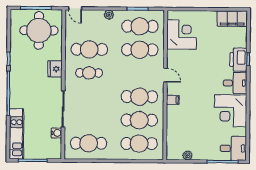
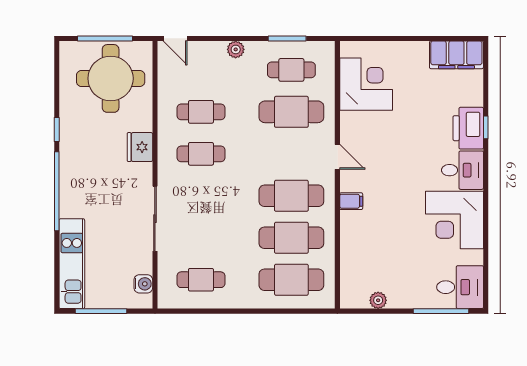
cafe table: (140, 26) -> (291, 70), width x0.73, depth x0.74
cafe table: (89, 49) -> (201, 112), width x0.73, depth x0.74
water cooler: (56, 133) -> (143, 284), moved
cafe table: (89, 143) -> (201, 280), width x0.73, depth x0.74

